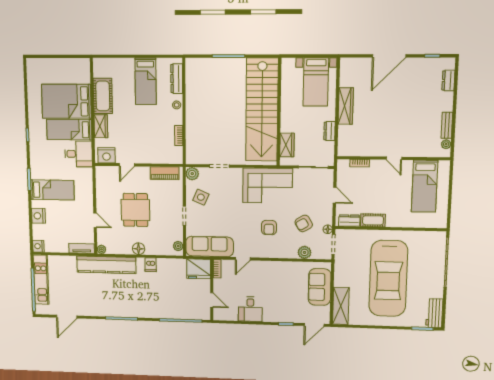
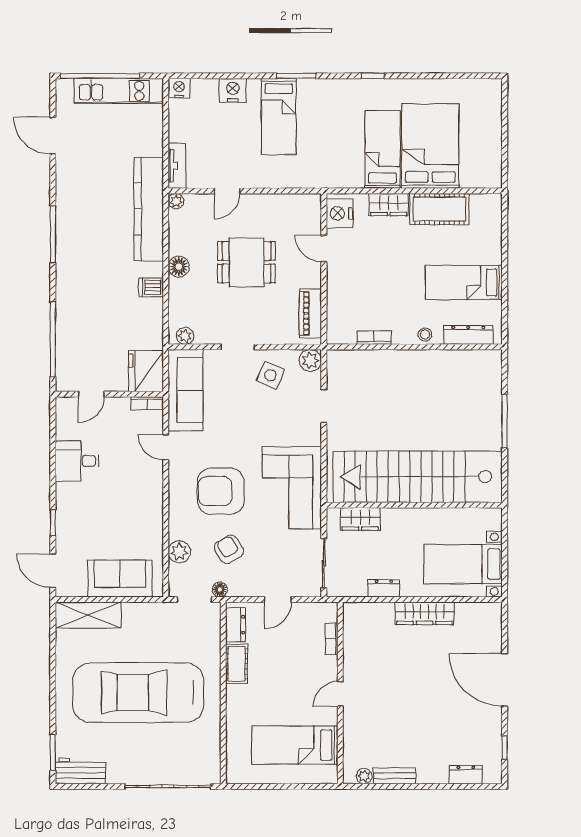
desk: (79, 154) -> (341, 165), removed
armchair: (269, 228) -> (221, 491), width x1.88, depth x1.88

